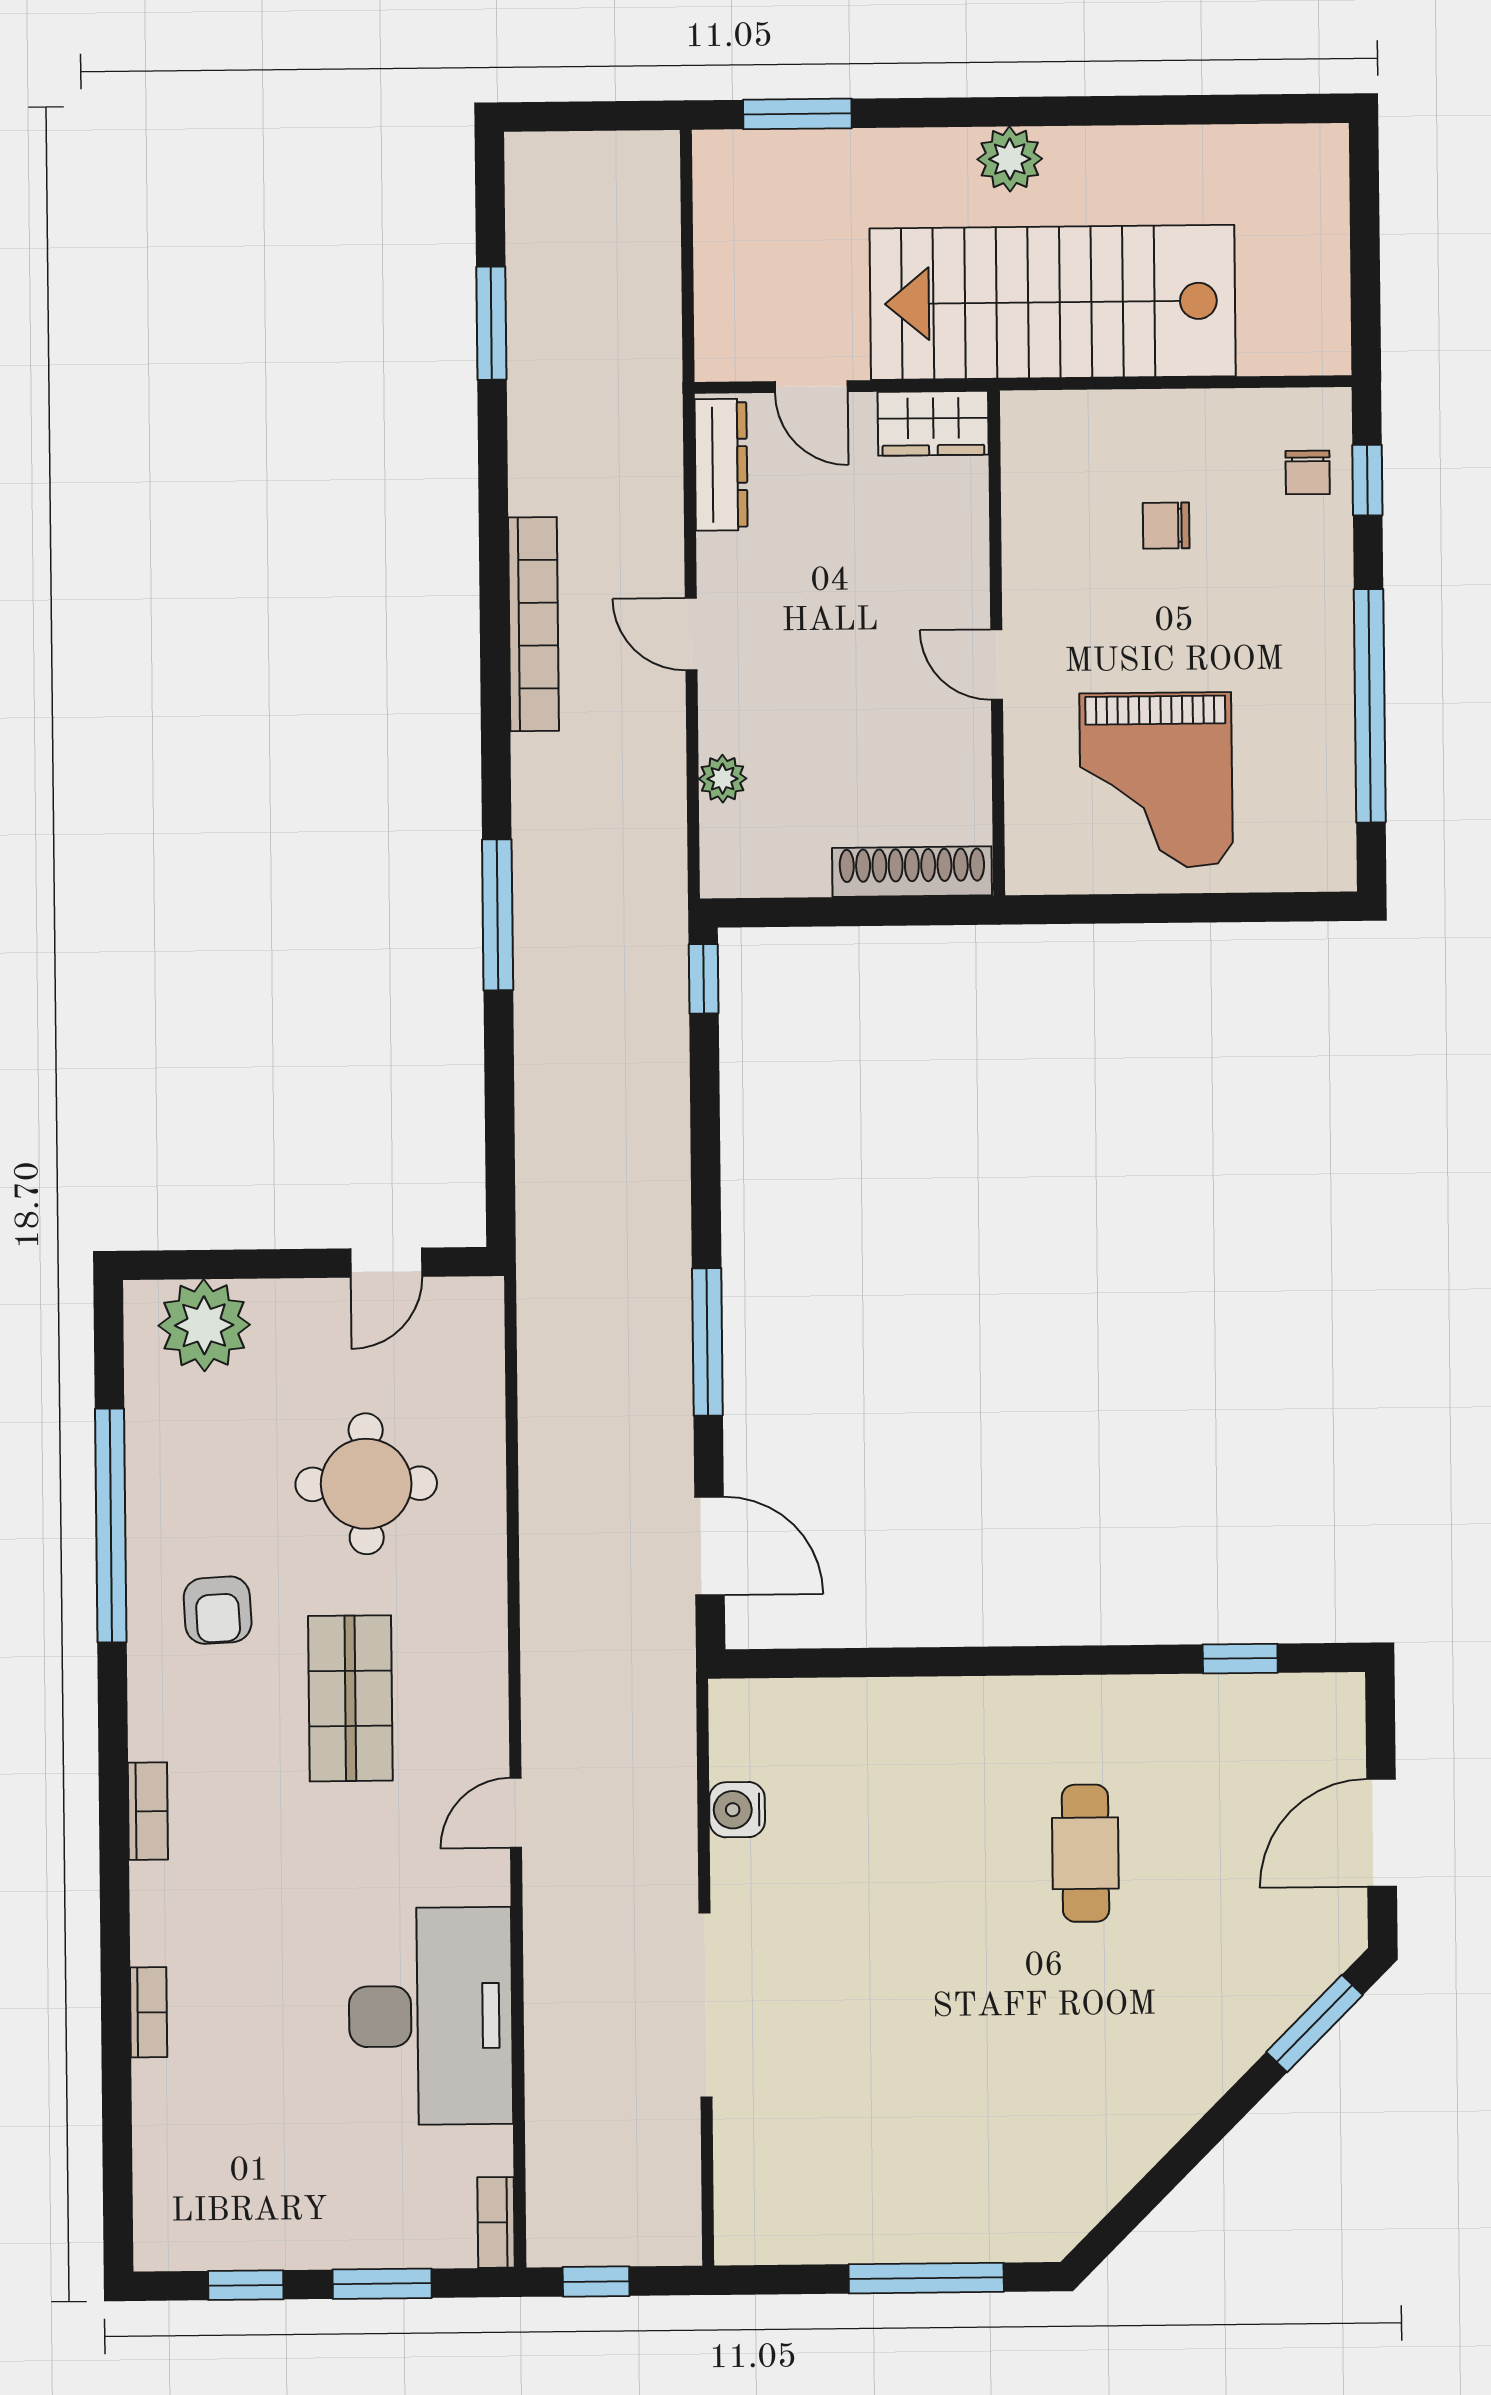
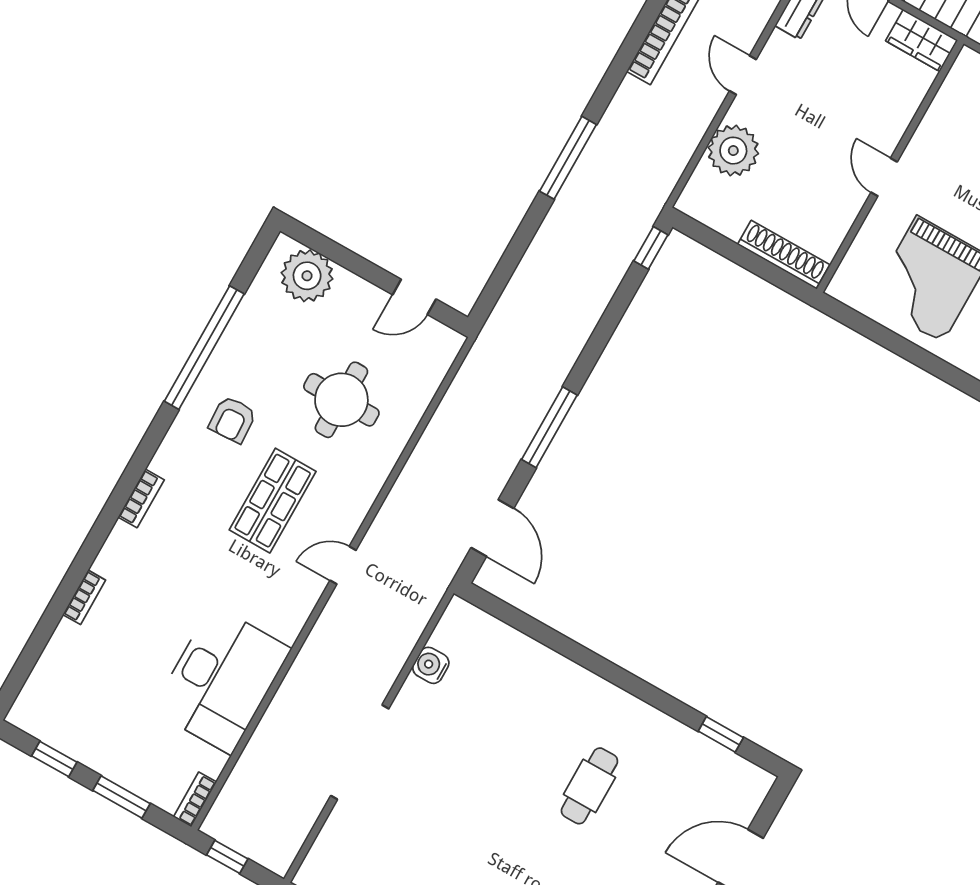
plant: (723, 779) -> (733, 151), width x1.88, depth x1.88
door: (516, 1813) -> (343, 565), moved

